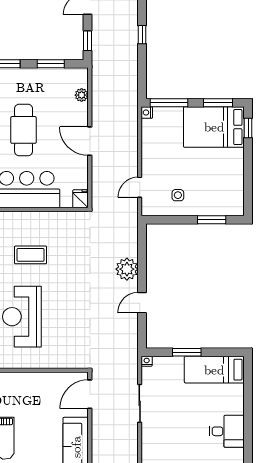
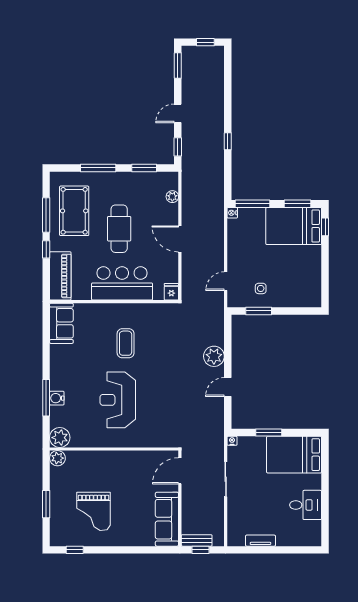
window: (212, 220) -> (259, 311), moved
coffee table: (31, 255) -> (126, 343), turned 90
bed: (214, 370) -> (294, 455), width x1.50

